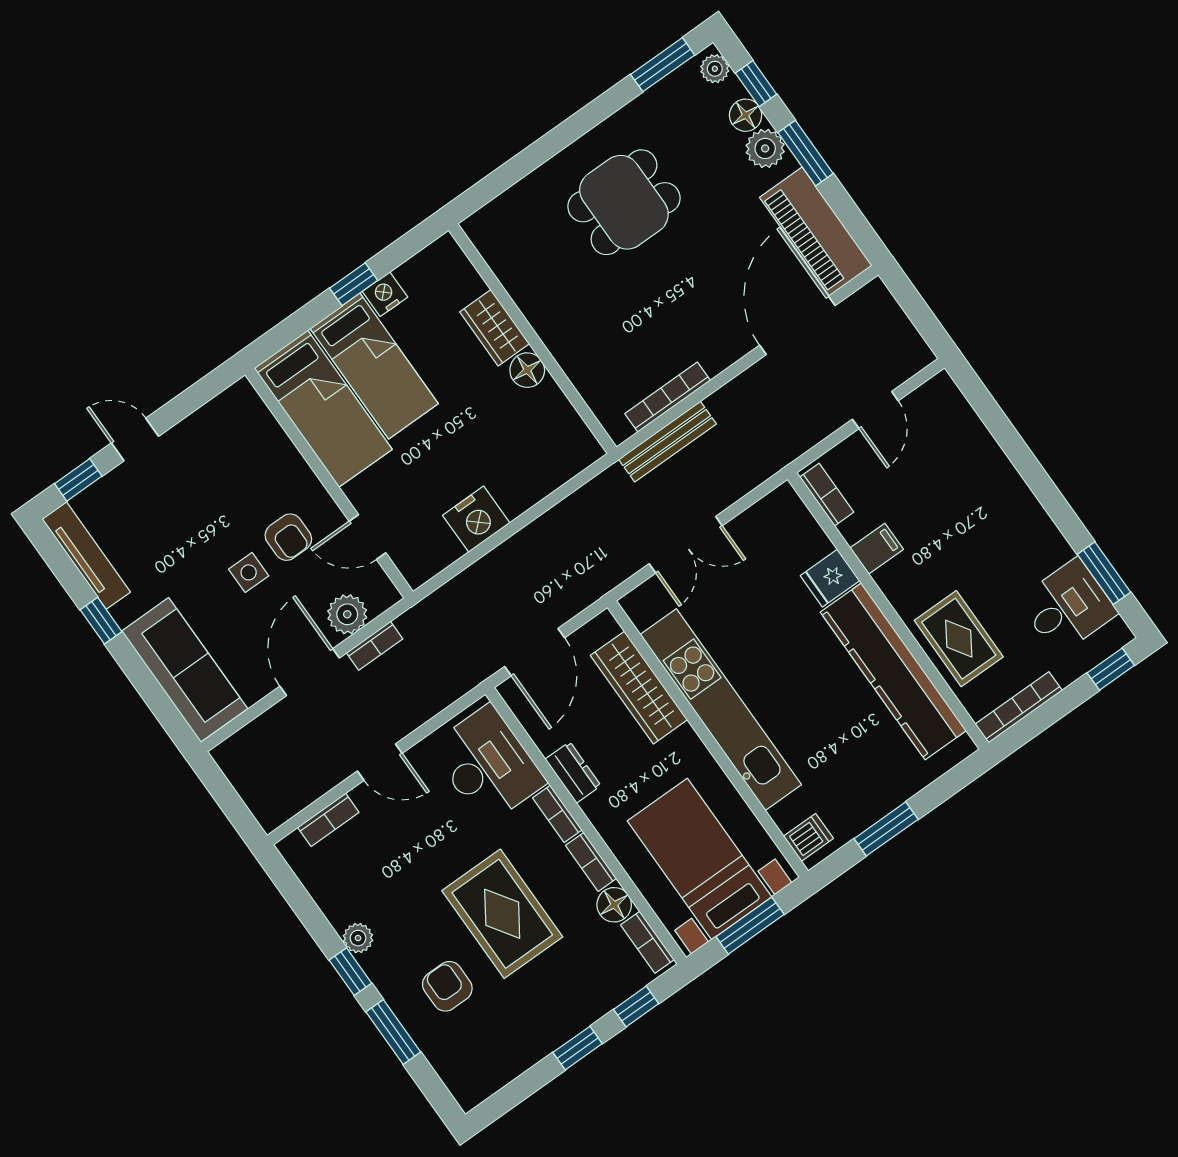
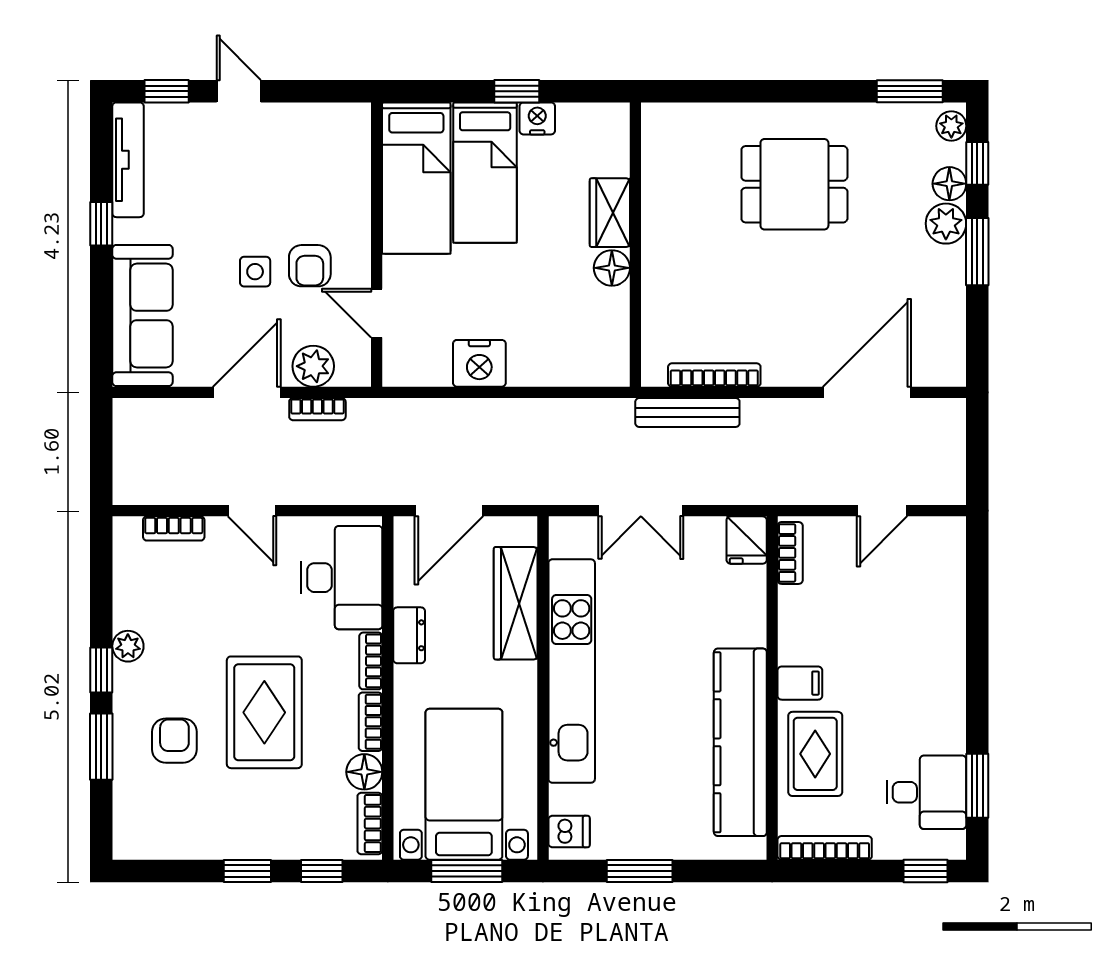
piano: (816, 232) -> (939, 324), removed
filing cabinet: (877, 549) -> (800, 683), moved
fridge: (830, 578) -> (747, 540), moved, turned -90

